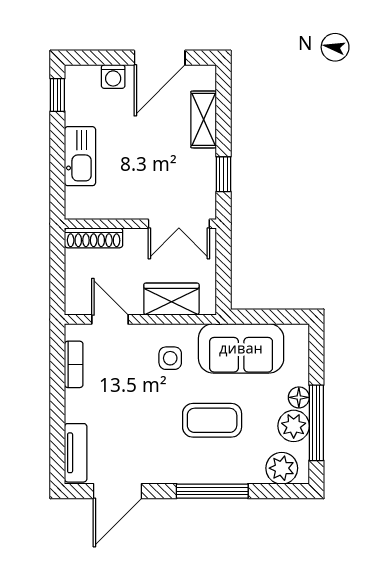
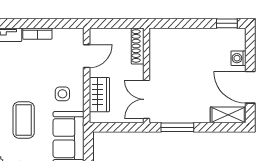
shelving: (204, 119) -> (228, 115), moved
kitchen sink: (80, 156) -> (189, 37), removed
window: (223, 174) -> (177, 127), width x1.50
bookcase: (74, 364) -> (37, 34), moved

